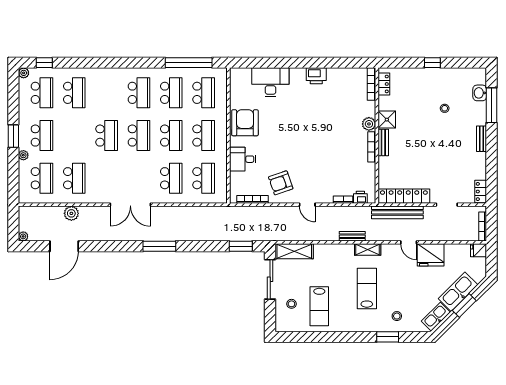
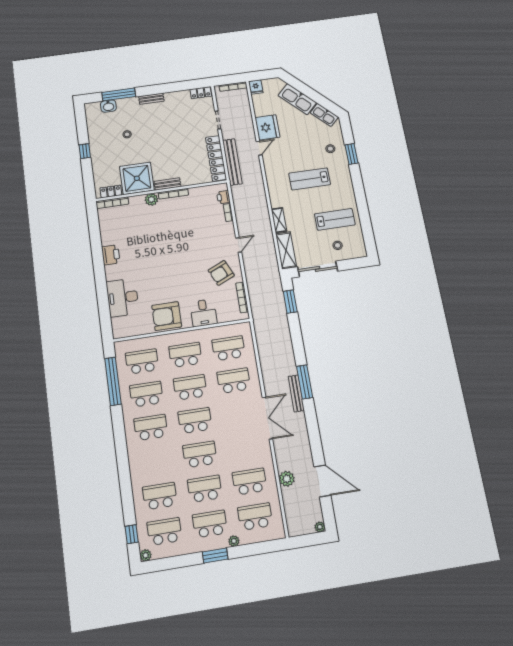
shower: (387, 120) -> (137, 178), width x1.86, depth x1.86
school desk: (74, 136) -> (205, 489), added
armchair: (281, 183) -> (221, 273), turned 85
bench: (352, 236) -> (296, 393), moved, width x1.36
shelving: (368, 250) -> (279, 220), moved
window: (464, 305) -> (309, 92), removed

